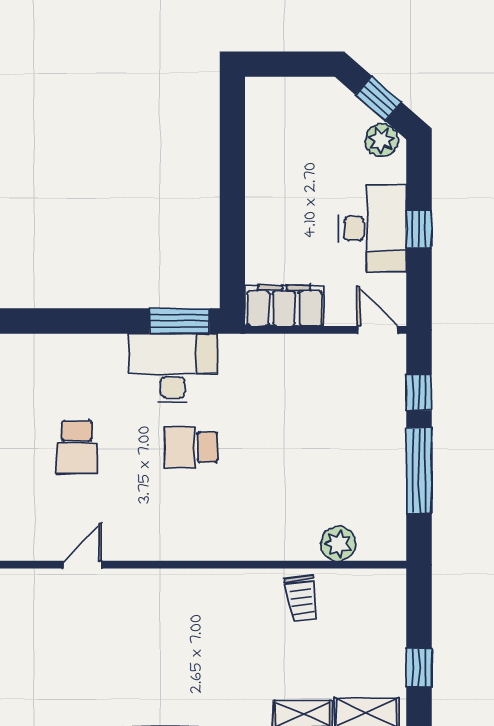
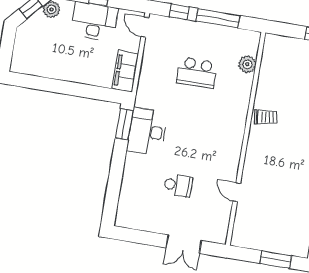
door: (377, 330) -> (145, 27), hinge flipped
school desk: (191, 447) -> (197, 73), moved, width x1.85
trolley: (301, 598) -> (266, 117), moved

